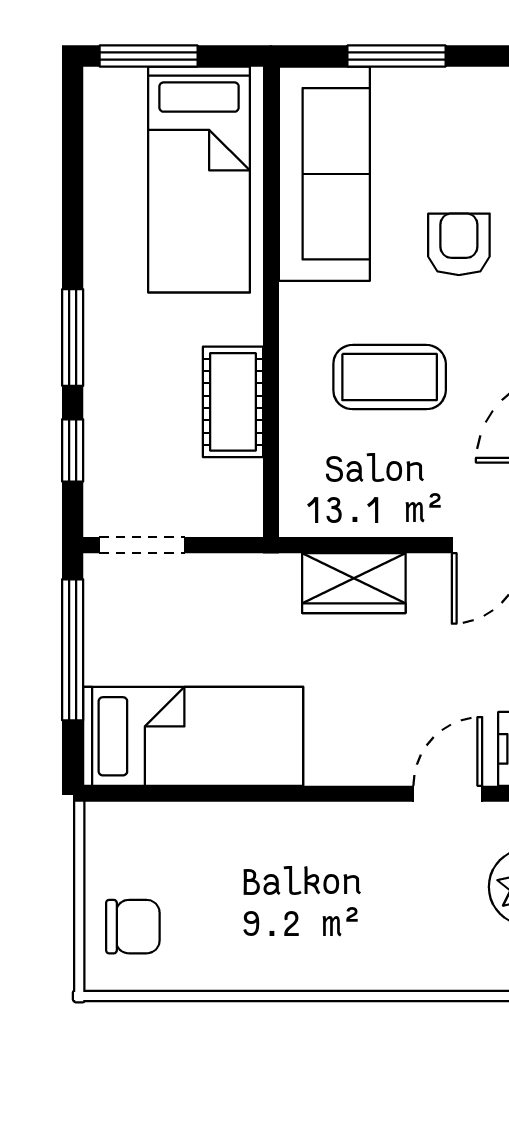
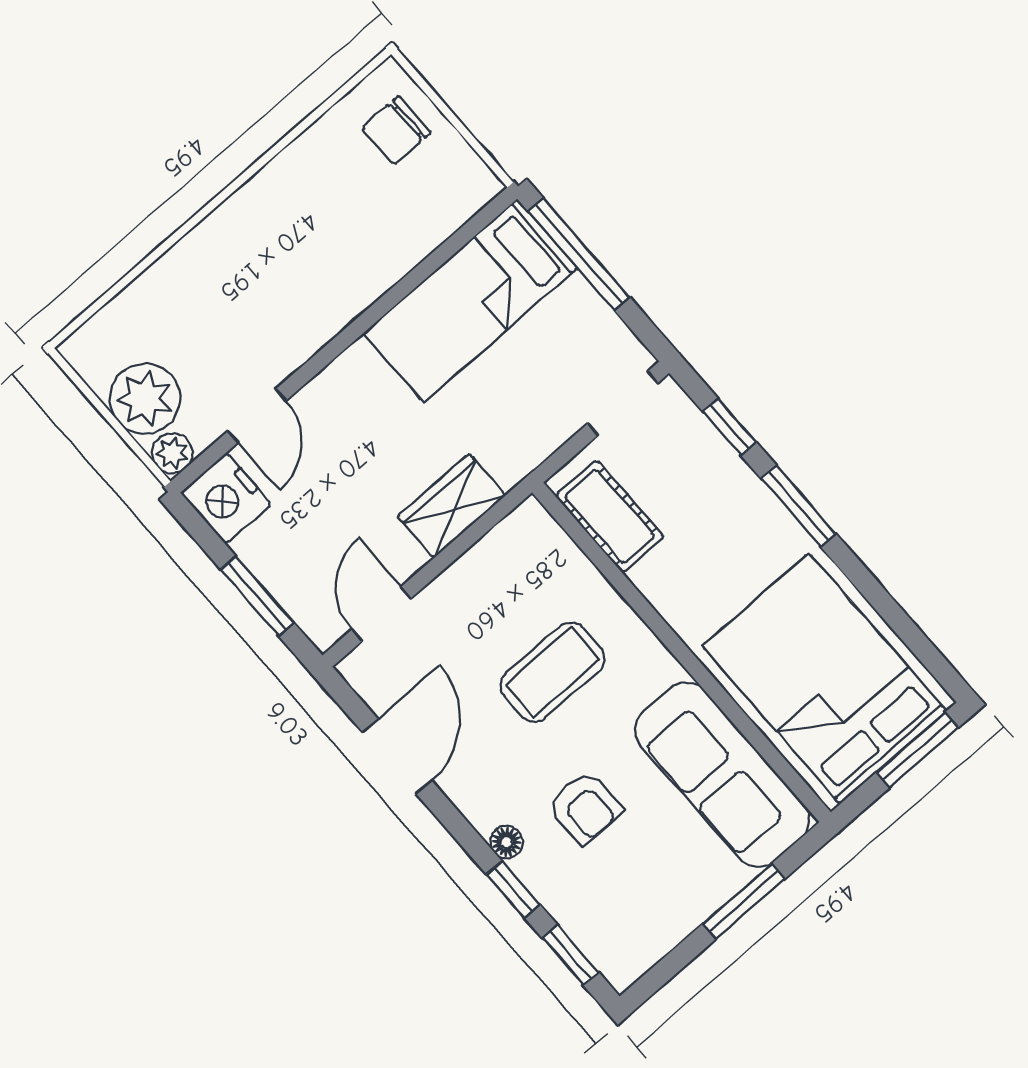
bed: (199, 180) -> (824, 679), width x1.50
cot: (233, 402) -> (610, 516), moved
window: (73, 650) -> (579, 254), moved

